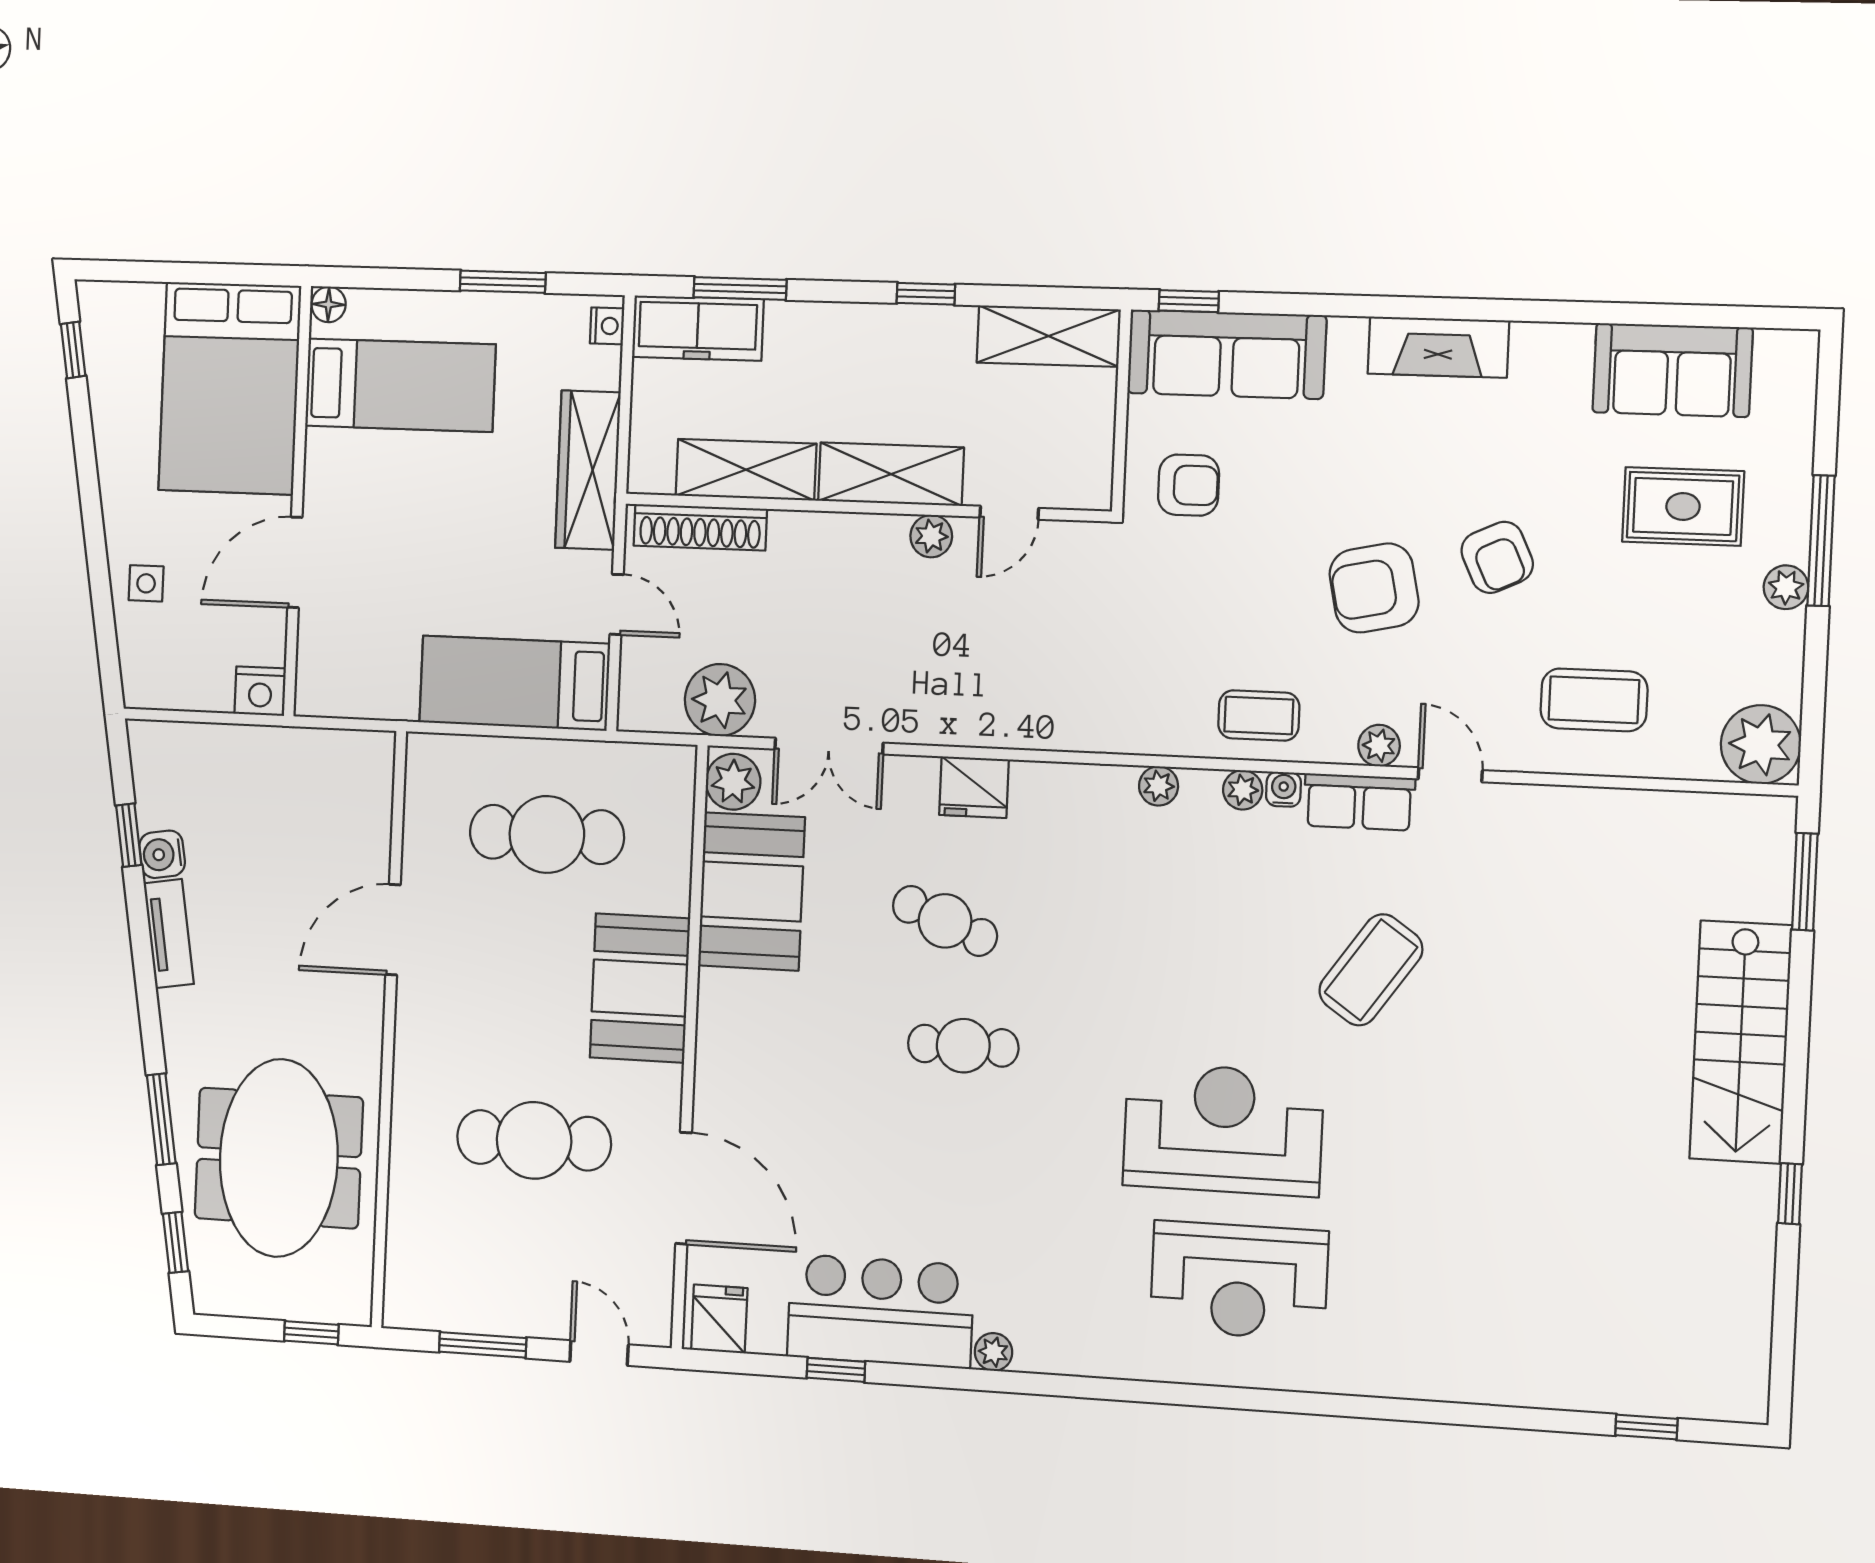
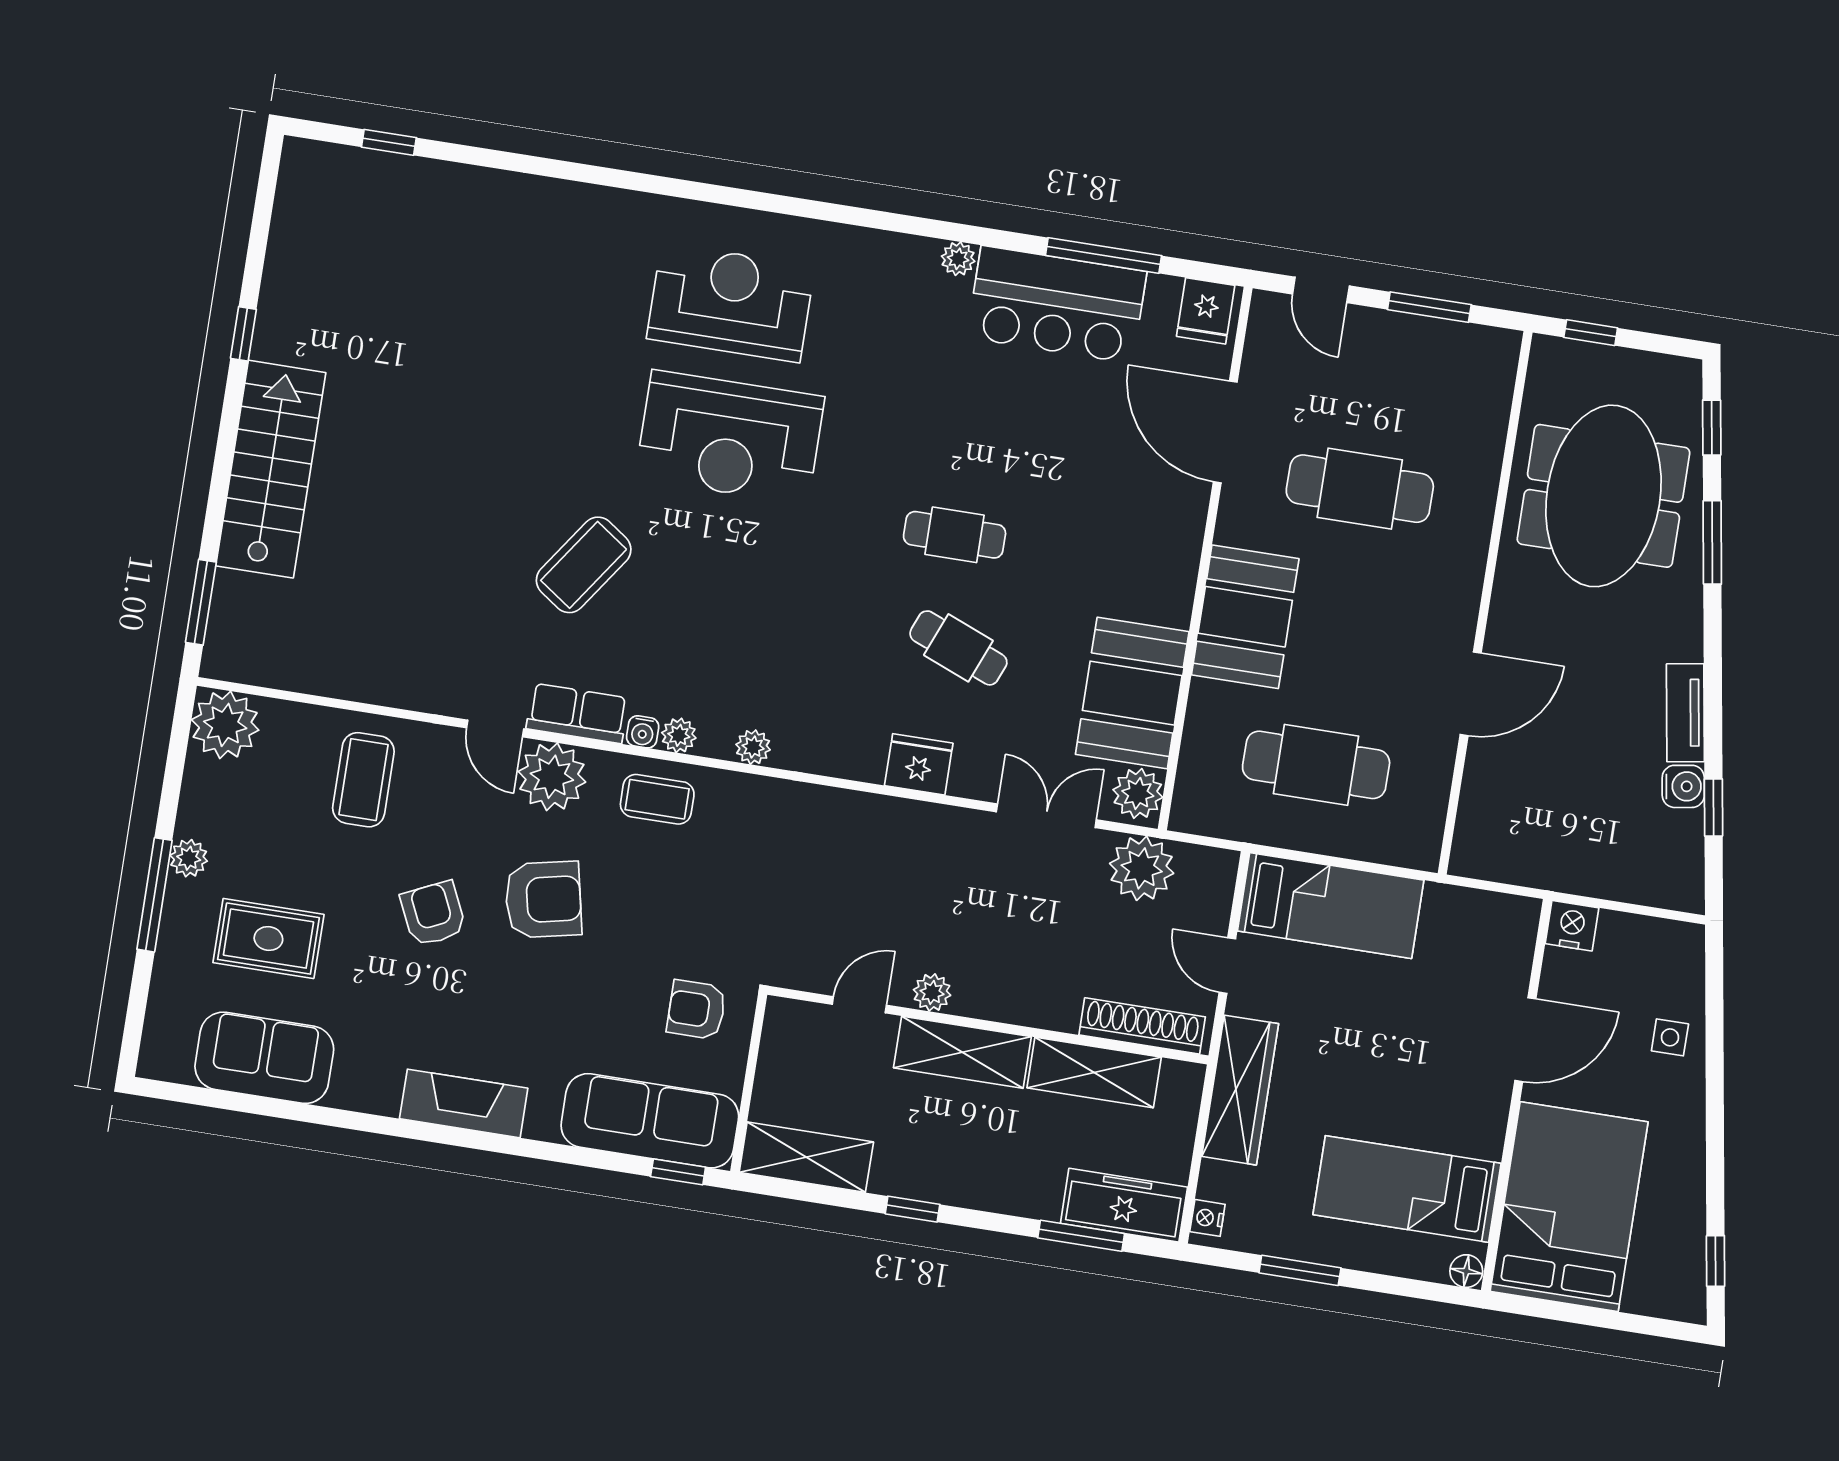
coffee table: (1594, 700) -> (363, 780), turned 90
plant: (1379, 746) -> (552, 777), width x1.88, depth x1.88
window: (836, 1370) -> (1103, 255), width x2.17

